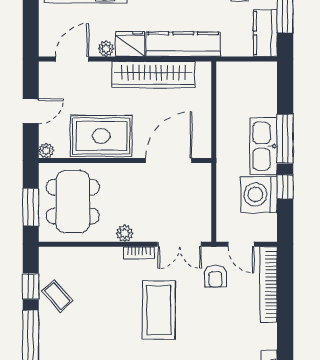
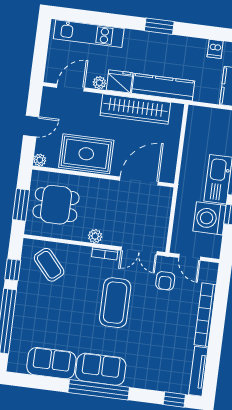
dining table: (73, 202) -> (56, 205), width x0.73
bookcase: (269, 284) -> (205, 315), moved
coffee table: (57, 296) -> (49, 265), moved, width x1.36, depth x1.30

